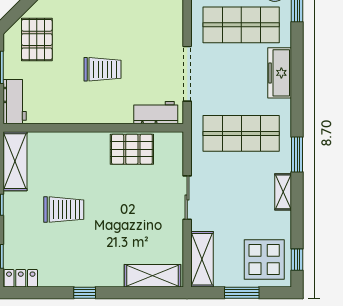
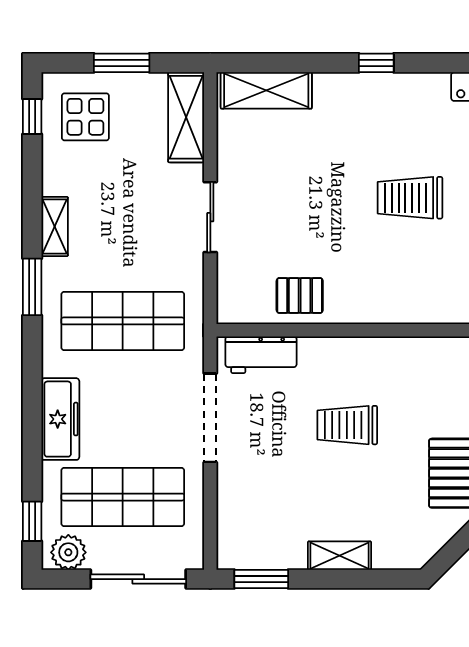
pallet: (132, 149) -> (300, 295), width x0.67, depth x0.71
display table: (264, 259) -> (85, 117), width x0.73, depth x0.73

